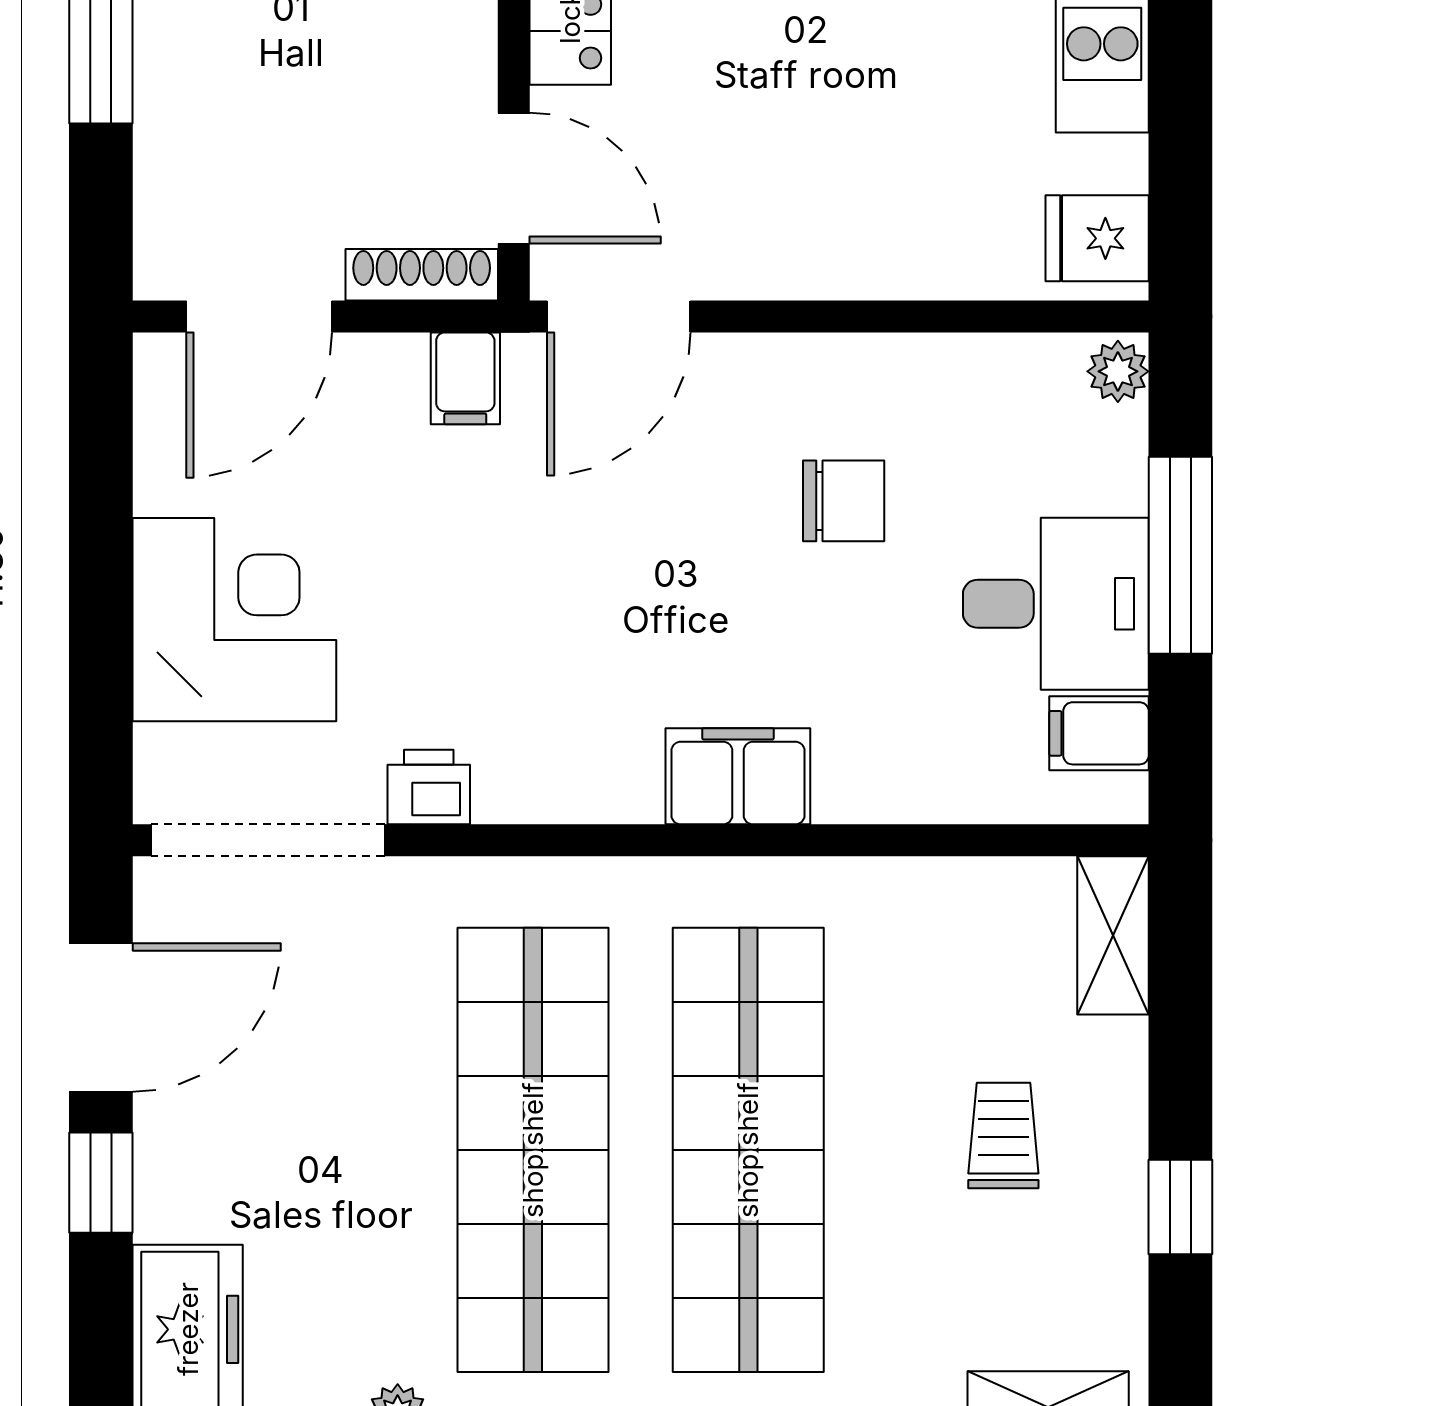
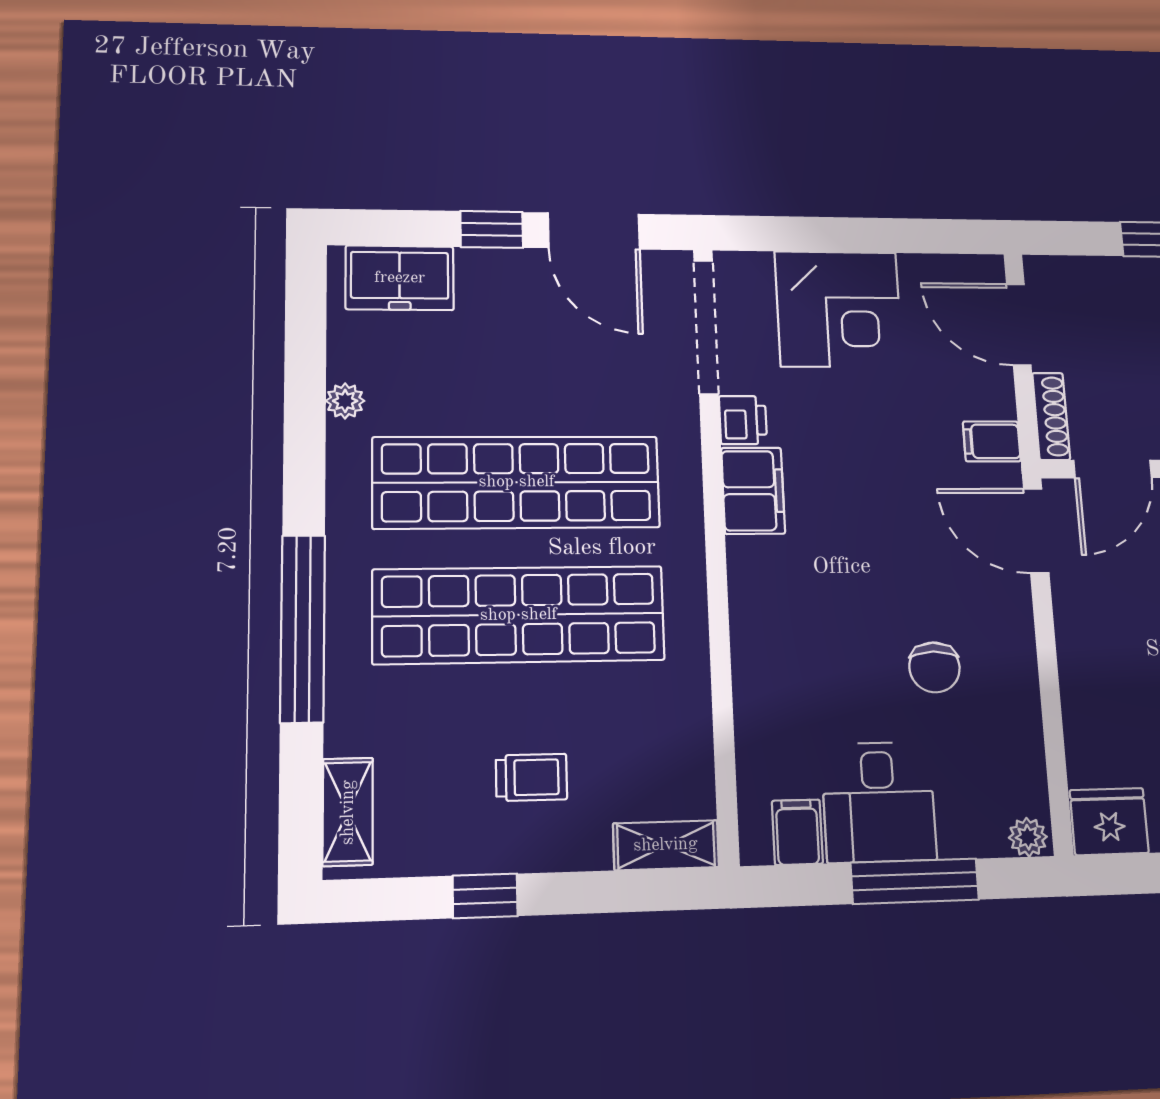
fridge: (1097, 238) -> (1109, 821), width x1.38
filing cabinet: (738, 776) -> (753, 491), moved

